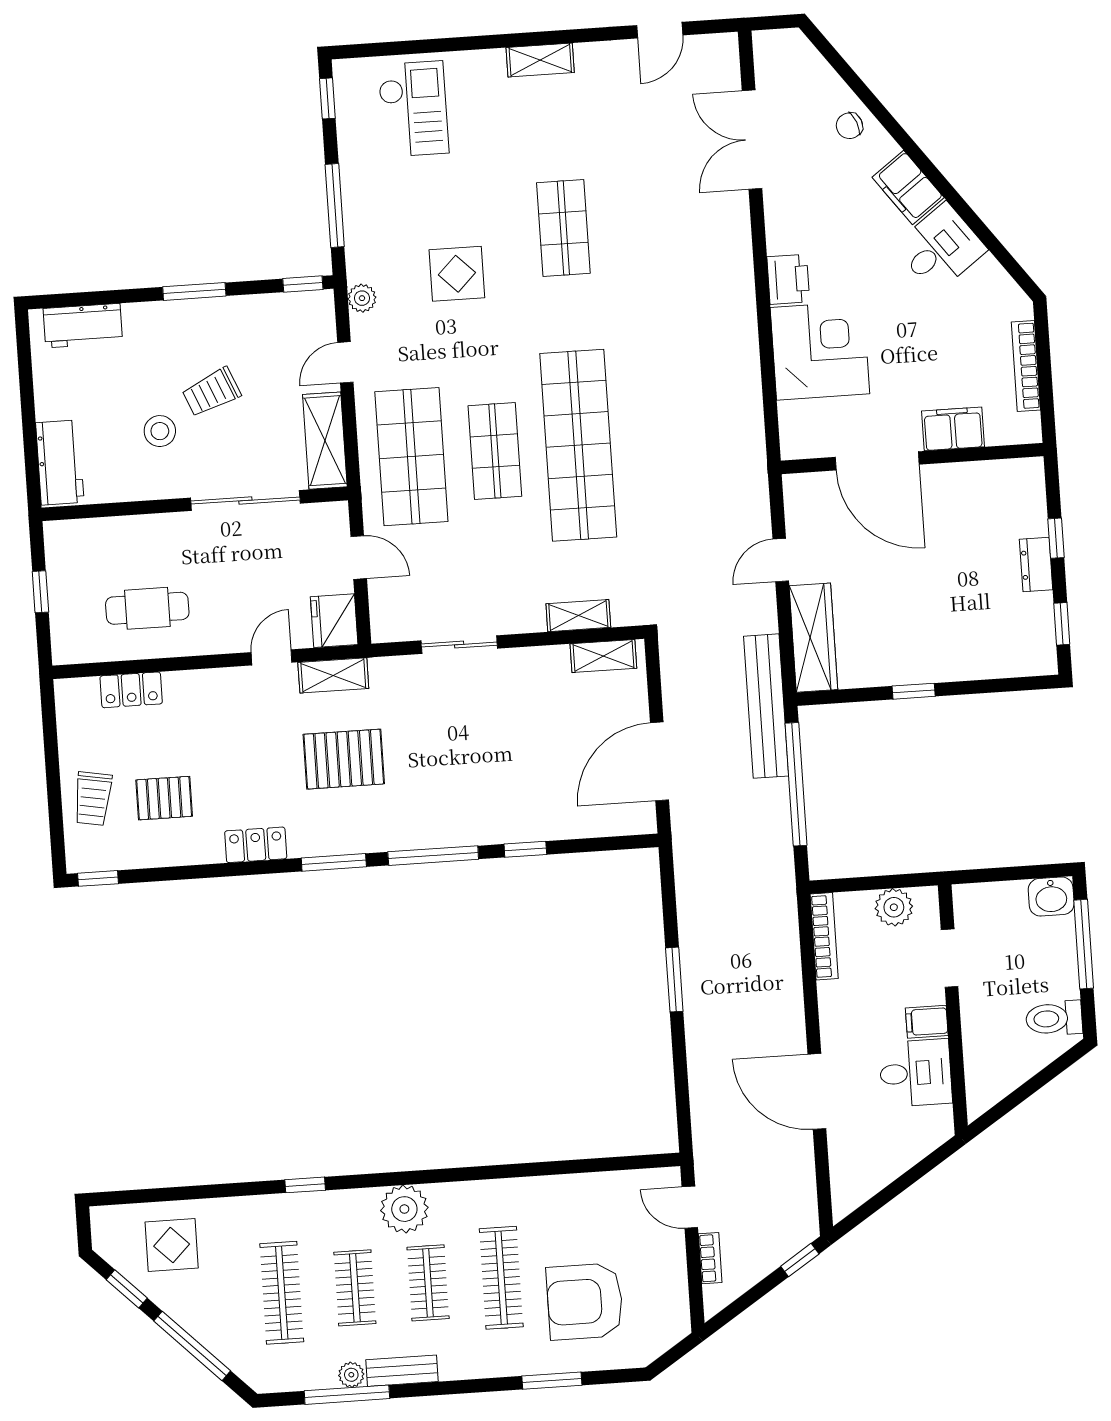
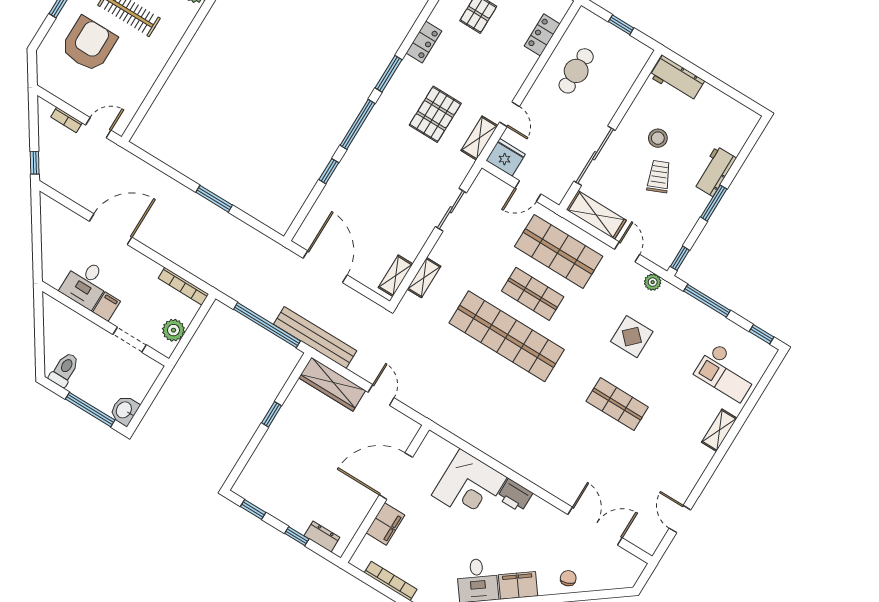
shelving: (540, 60) -> (719, 430), moved
workbench: (83, 326) -> (715, 171), moved
dresser: (1036, 565) -> (322, 537), moved

